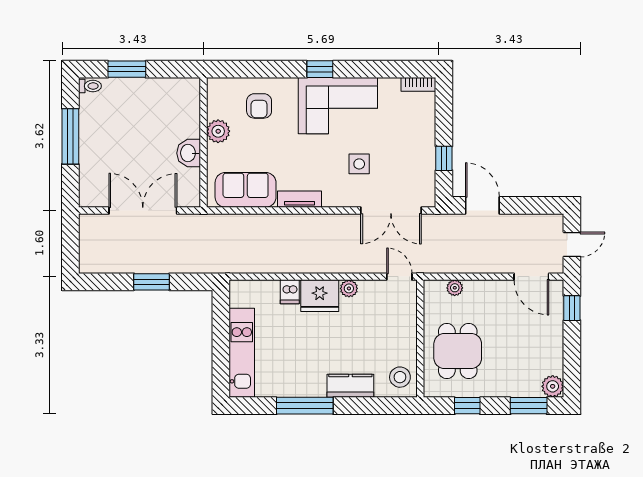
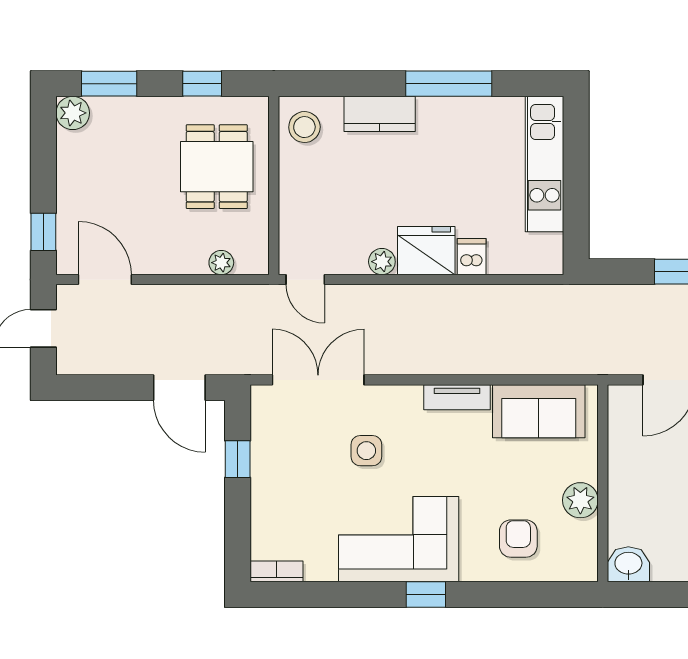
washbasin: (189, 153) -> (628, 564), moved, turned -90

